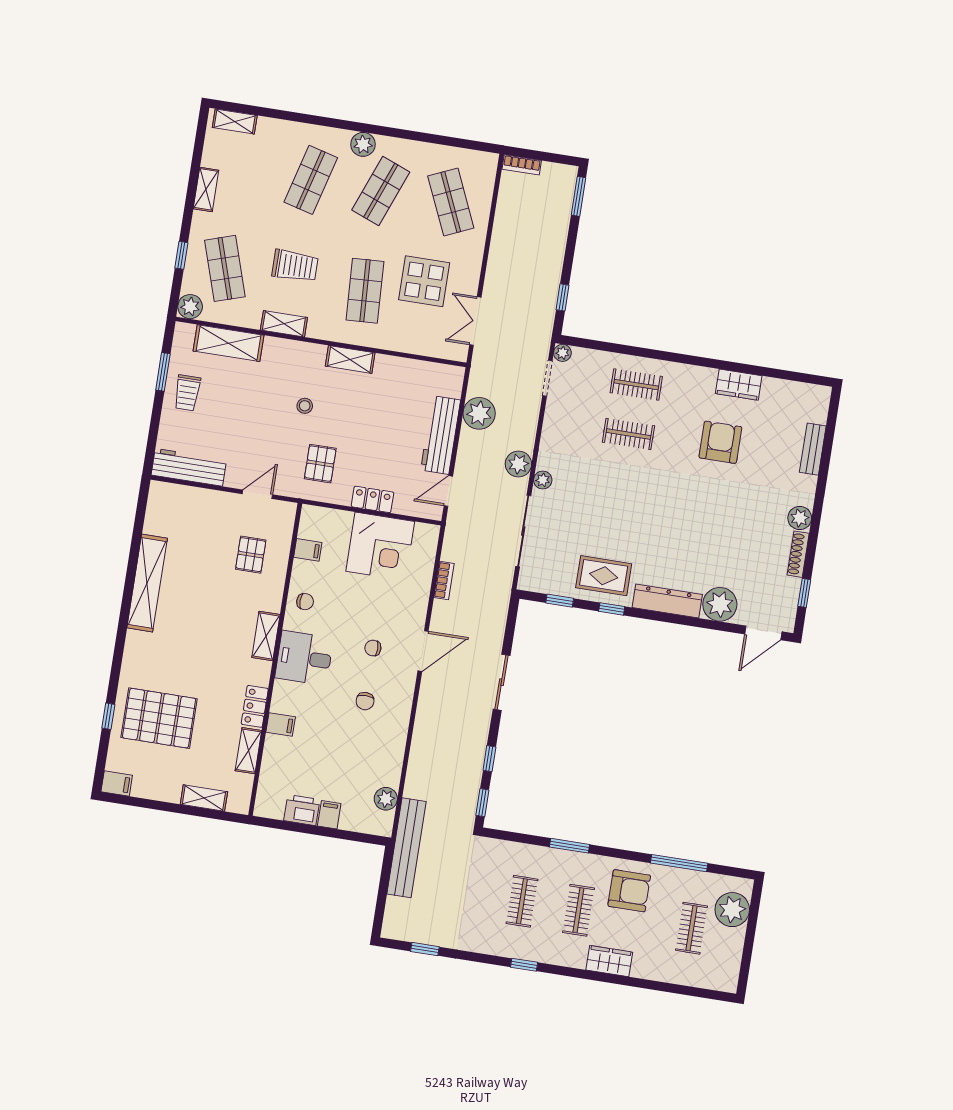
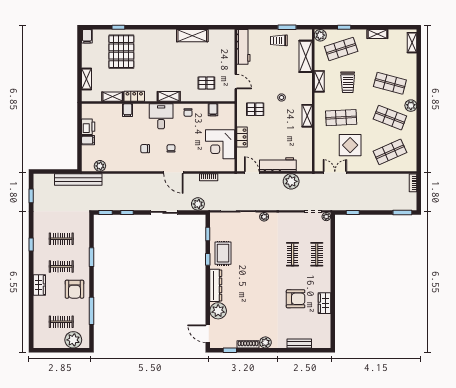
plant: (518, 464) -> (198, 204), moved
shelving: (147, 583) -> (192, 36), width x0.68

